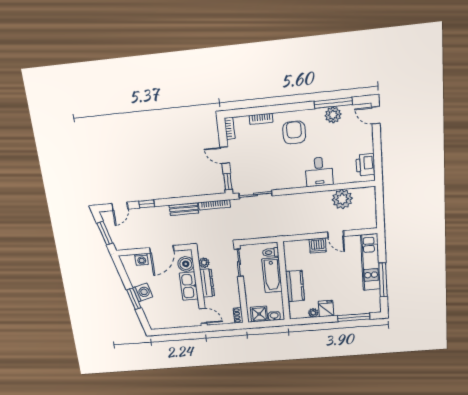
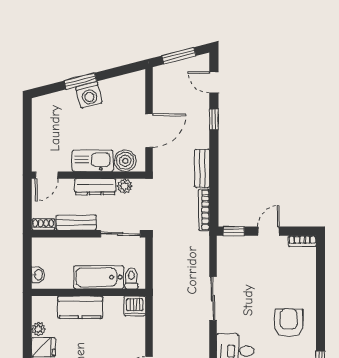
bookcase: (261, 119) -> (310, 282), removed
armchair: (294, 132) -> (289, 323), turned -90
sliding door: (255, 194) -> (213, 298), moved
dishwasher: (318, 246) -> (135, 306), moved, turned -90
door: (162, 249) -> (149, 131), swing flipped
washing machine: (142, 259) -> (137, 101), removed
bench: (234, 294) -> (76, 223), added
shower: (259, 314) -> (43, 254), removed

